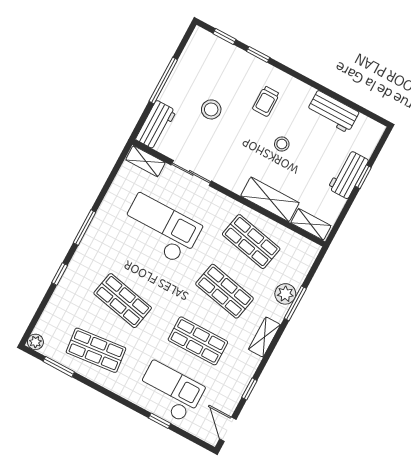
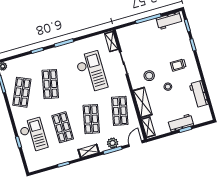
stool: (211, 109) -> (149, 76), moved
workbench: (156, 125) -> (169, 21), moved
shop shelf: (96, 350) -> (22, 92), turned 30
door: (228, 429) -> (136, 144), moved

